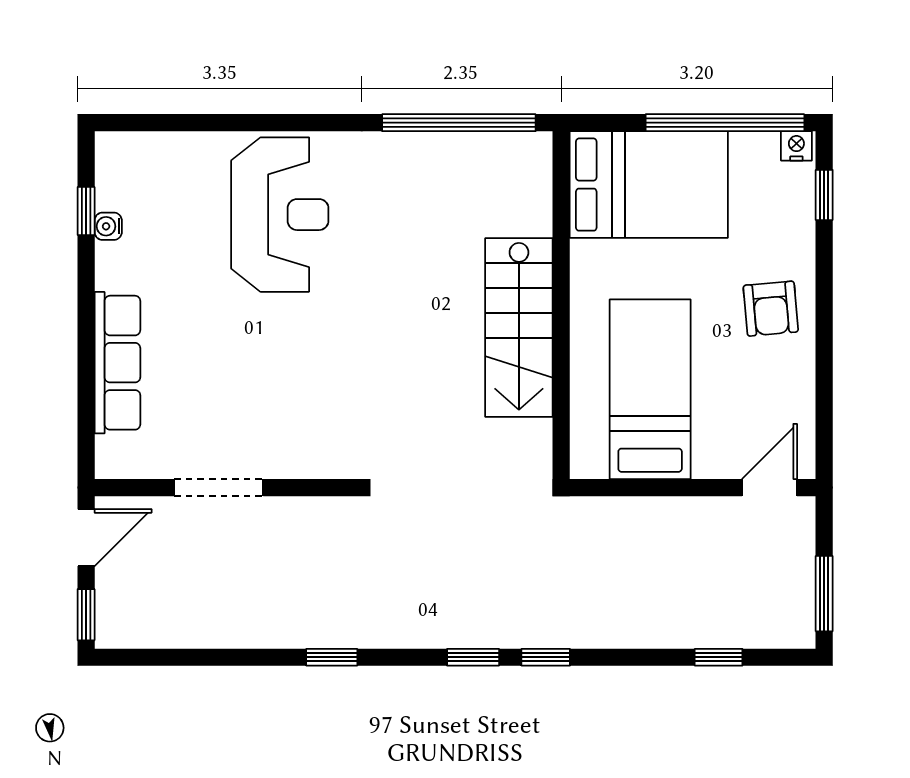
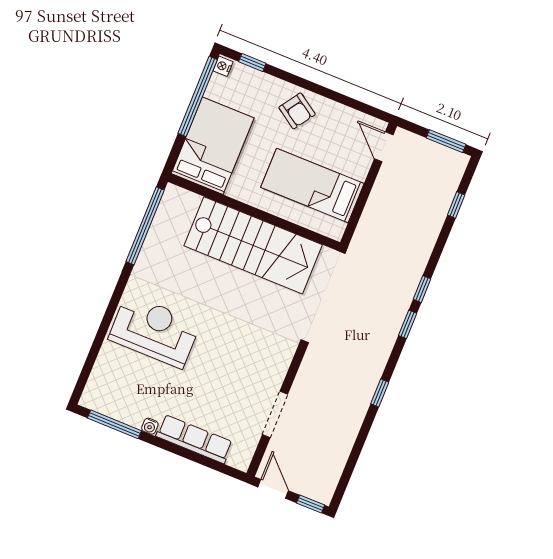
window: (86, 211) -> (114, 424), width x2.17
water cooler: (108, 226) -> (150, 426), moved
armchair: (771, 309) -> (297, 111), turned 39
stairs: (519, 328) -> (253, 245), width x1.36, depth x1.51

